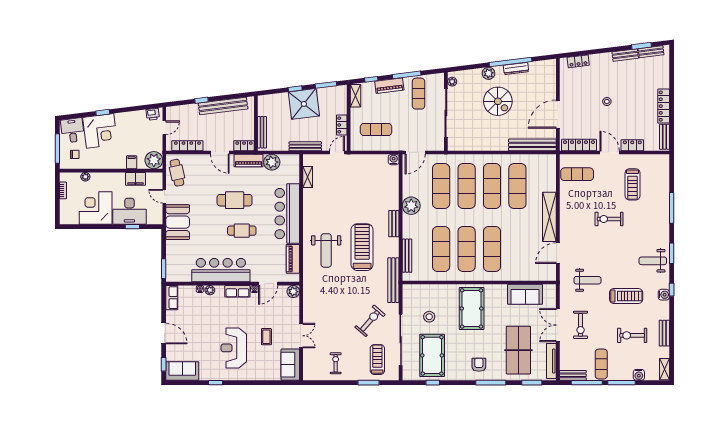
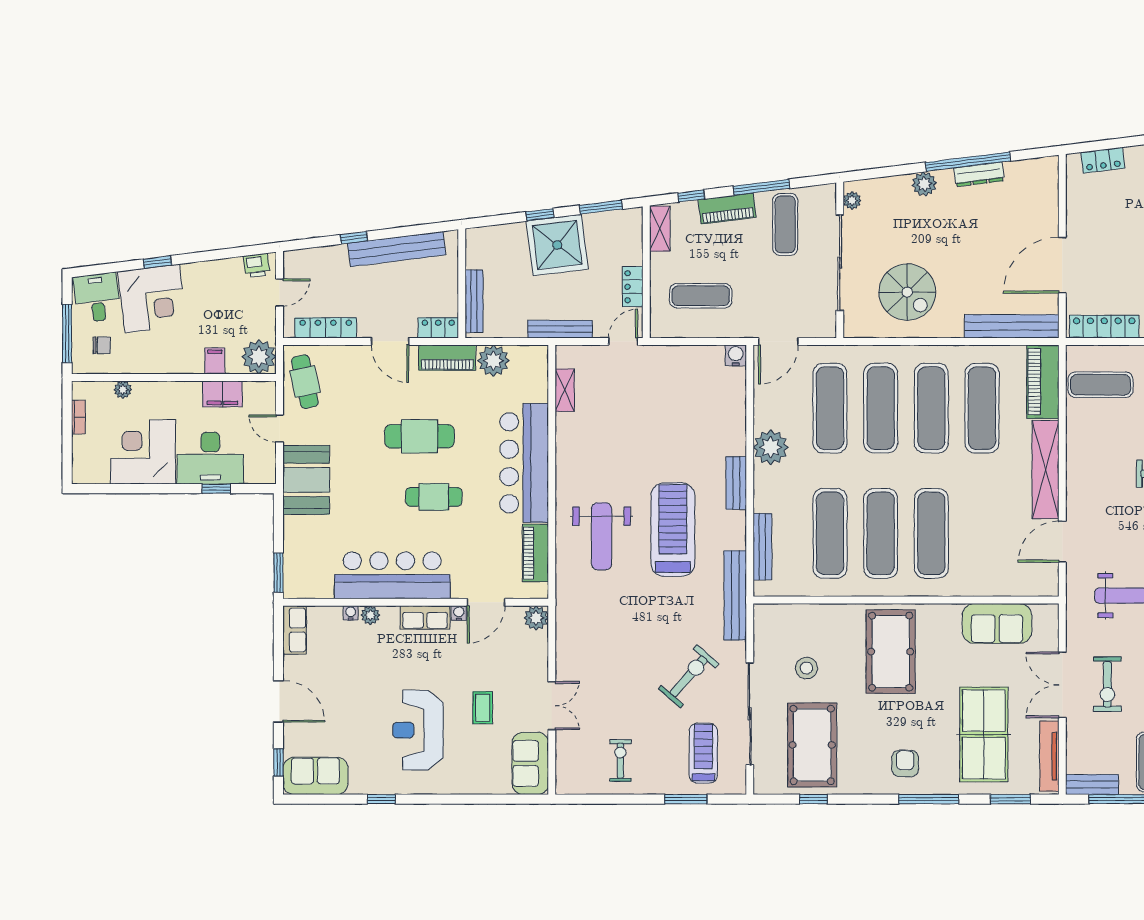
spiral stairs: (498, 101) -> (907, 292), moved
piano: (548, 173) -> (1043, 382), added

